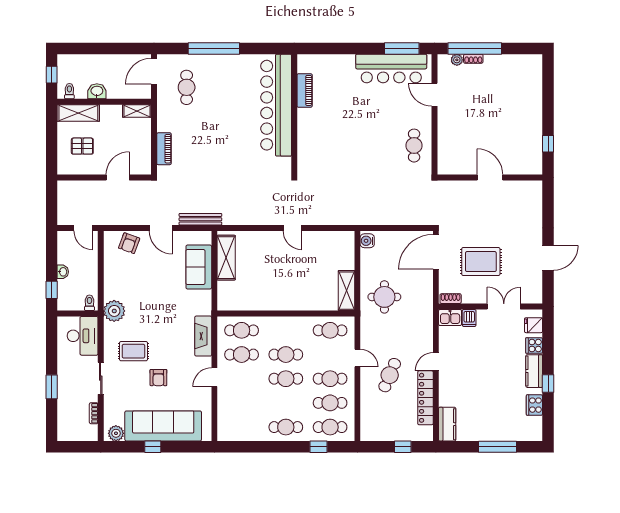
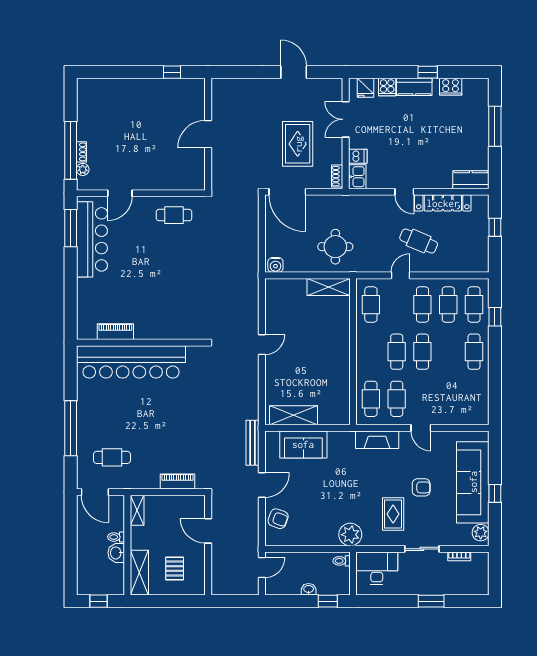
toilet: (69, 91) -> (116, 537), moved

